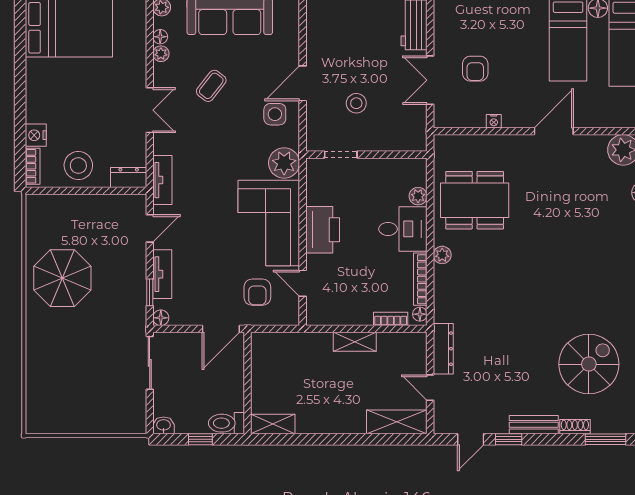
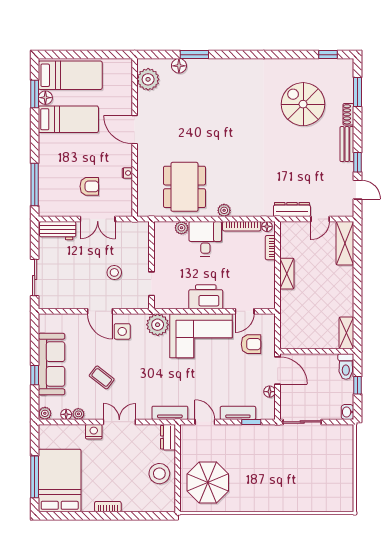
nightstand: (36, 135) -> (94, 432), moved, turned 180
bookcase: (33, 166) -> (108, 507), moved
parasol: (62, 278) -> (208, 482), moved
floor lamp: (161, 318) -> (270, 392), moved

